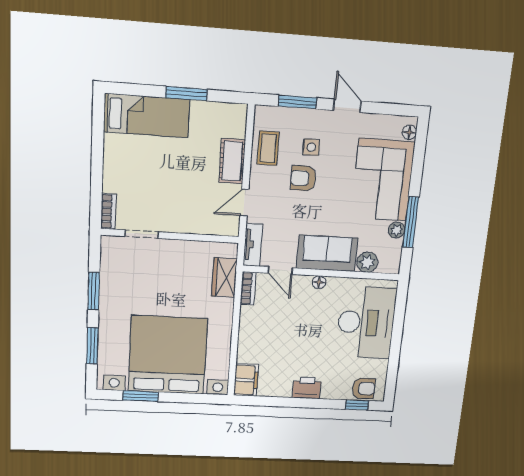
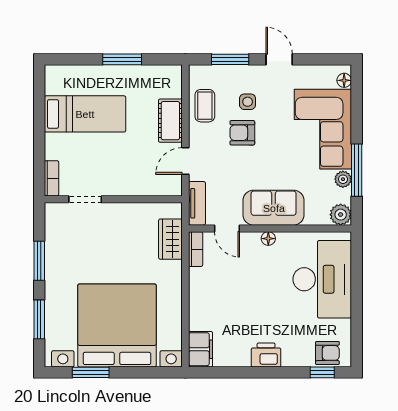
bed: (146, 116) -> (85, 114), moved
plant: (367, 262) -> (341, 215), moved

